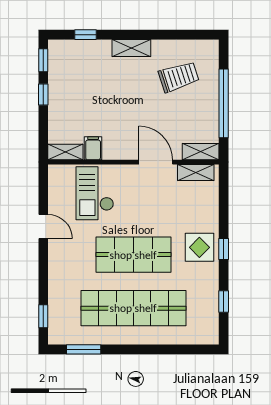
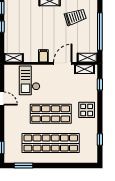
filing cabinet: (93, 148) -> (43, 56), moved
door: (156, 162) -> (63, 63), hinge flipped
window: (224, 249) -> (100, 84), moved

